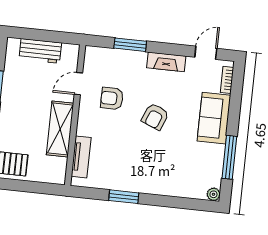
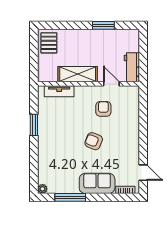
window: (130, 45) -> (143, 118), removed
workbench: (40, 51) -> (132, 67), moved
fireplace: (166, 62) -> (134, 145), removed

